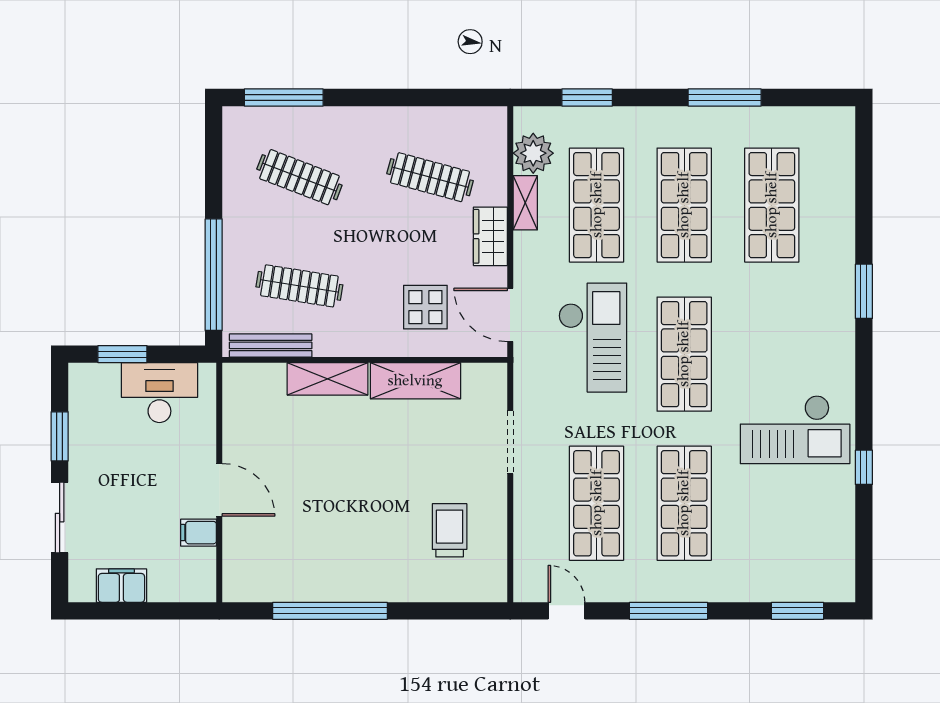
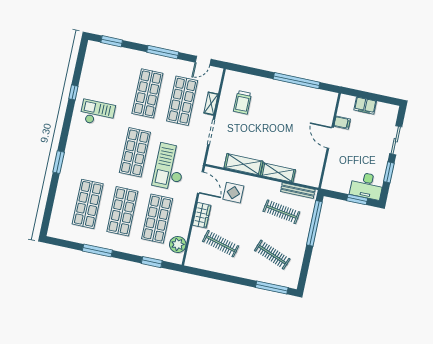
shelving: (525, 203) -> (211, 104), moved
desk: (159, 393) -> (367, 186), moved
checkout: (795, 430) -> (97, 113), width x0.73, depth x0.83
filing cabinet: (121, 586) -> (365, 106), moved
door: (566, 611) -> (203, 61), hinge flipped

